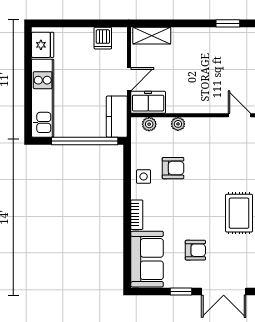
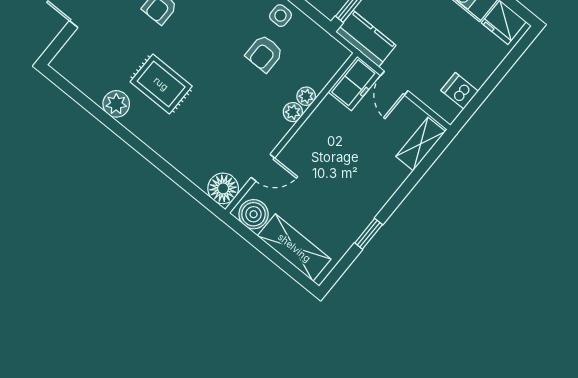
plant: (149, 124) -> (293, 112), moved

